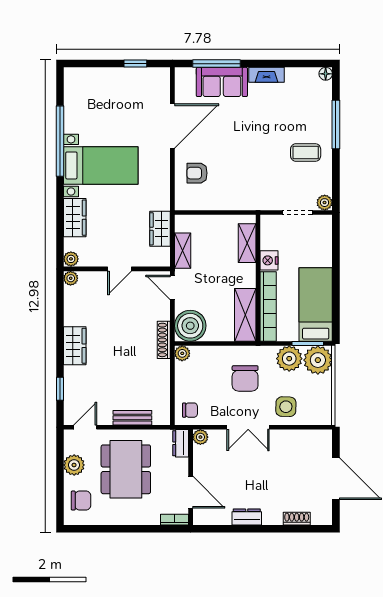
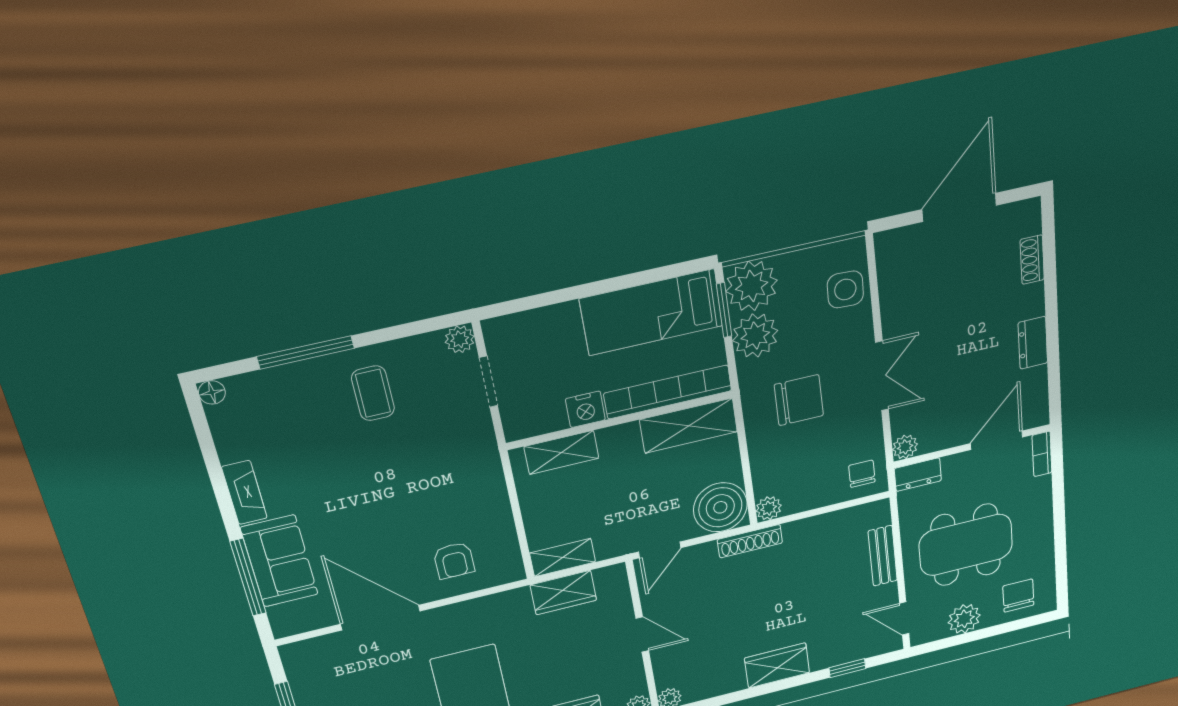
shelving: (183, 251) -> (563, 557), moved
side table: (286, 407) -> (845, 289), moved

